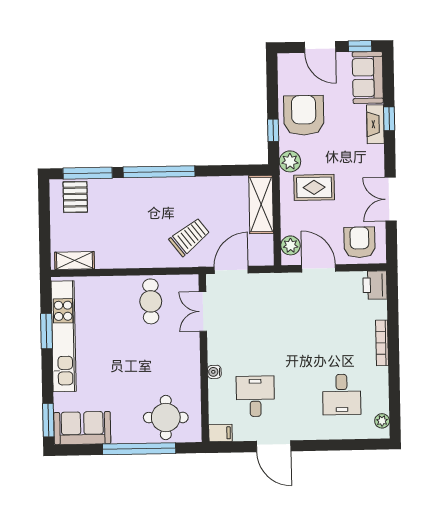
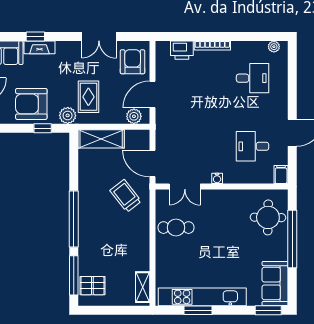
armchair: (359, 242) -> (133, 62), turned 90
printer: (375, 285) -> (182, 50), moved
water cooler: (214, 372) -> (217, 178), moved

